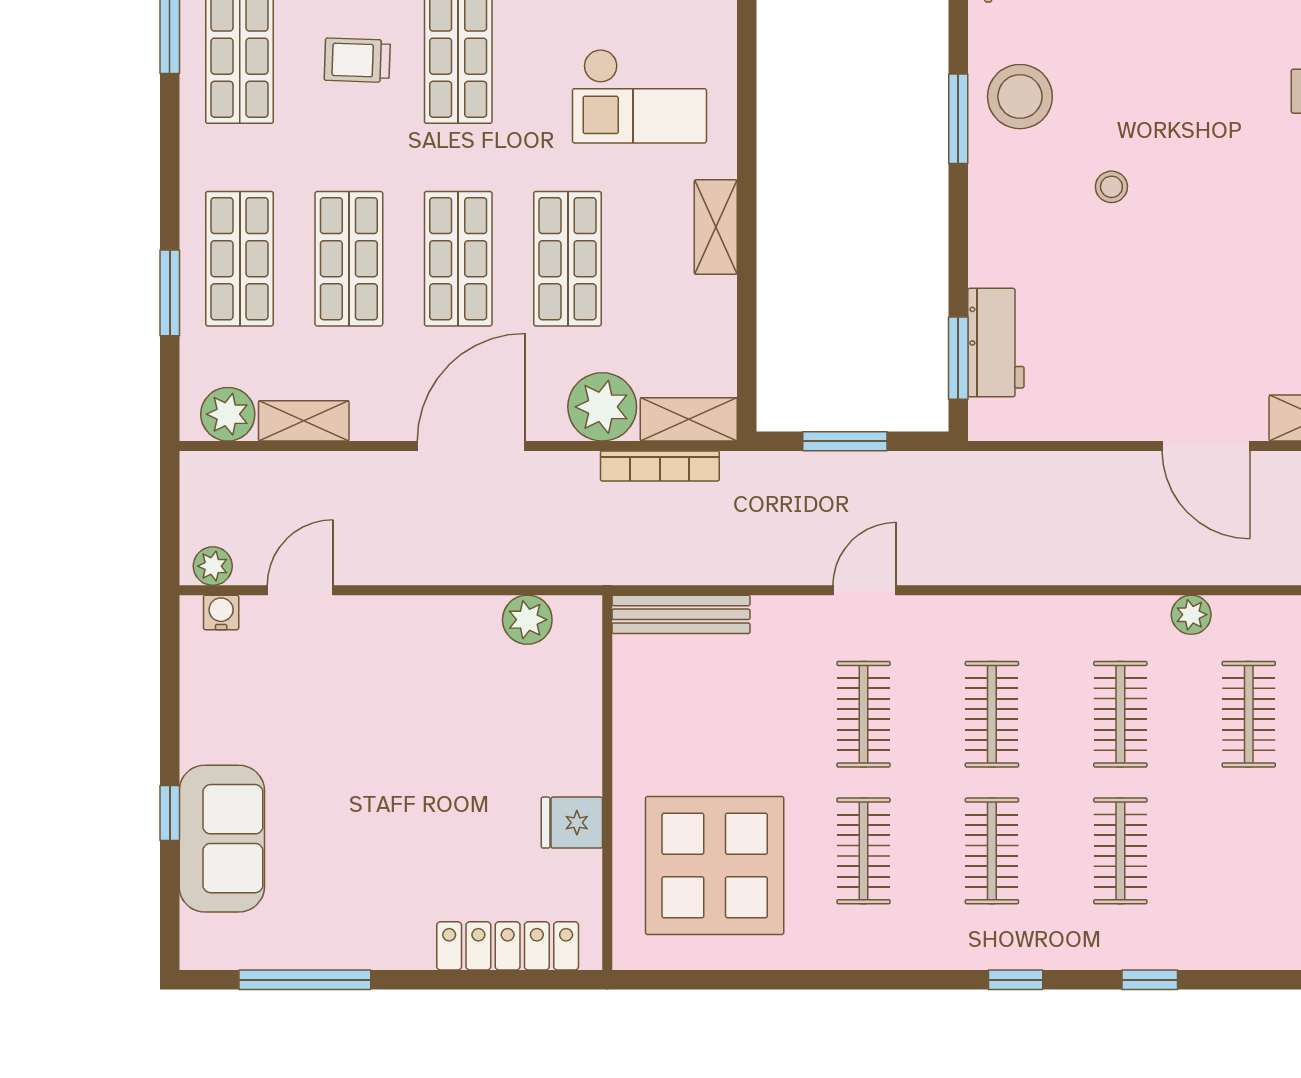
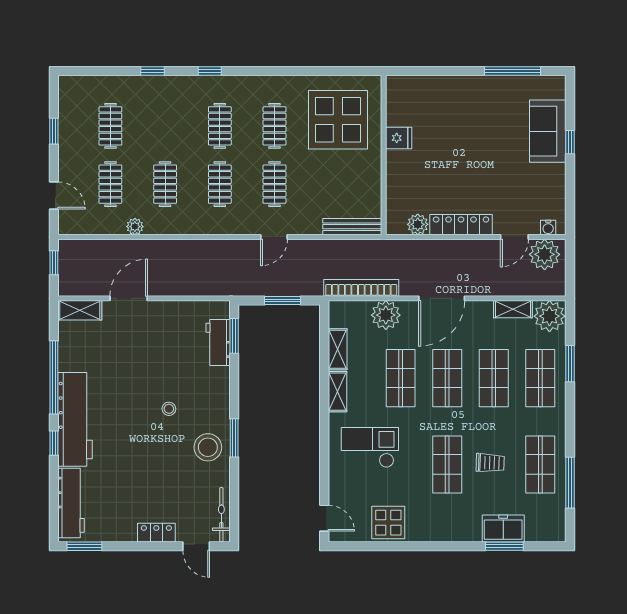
plant: (228, 414) -> (549, 316), width x1.36, depth x1.36
shelving: (689, 419) -> (338, 349), moved, turned 90
door: (1206, 446) -> (129, 298), hinge flipped
bookcase: (660, 466) -> (361, 288), width x1.48, depth x1.31
plant: (213, 566) -> (545, 254), width x1.88, depth x1.88
clothes rail: (1120, 851) -> (110, 126), moved
locker: (508, 946) -> (461, 225), moved, turned 180

